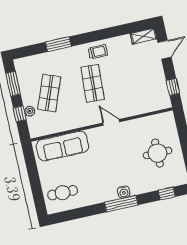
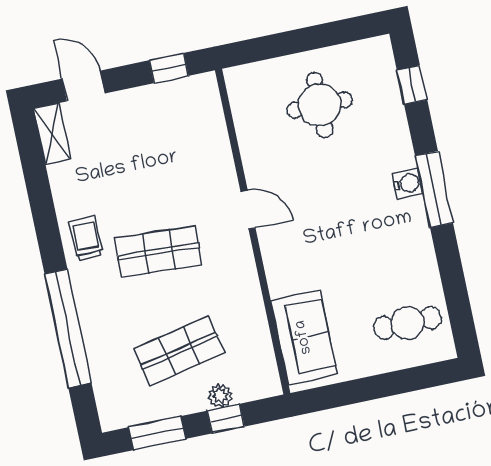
window: (58, 44) -> (68, 328), width x2.11
shop shelf: (49, 93) -> (179, 351), turned -33
door: (111, 122) -> (248, 210), swing flipped
sofa: (62, 146) -> (304, 337), width x0.73
cafe table: (63, 193) -> (407, 323), turned 90

